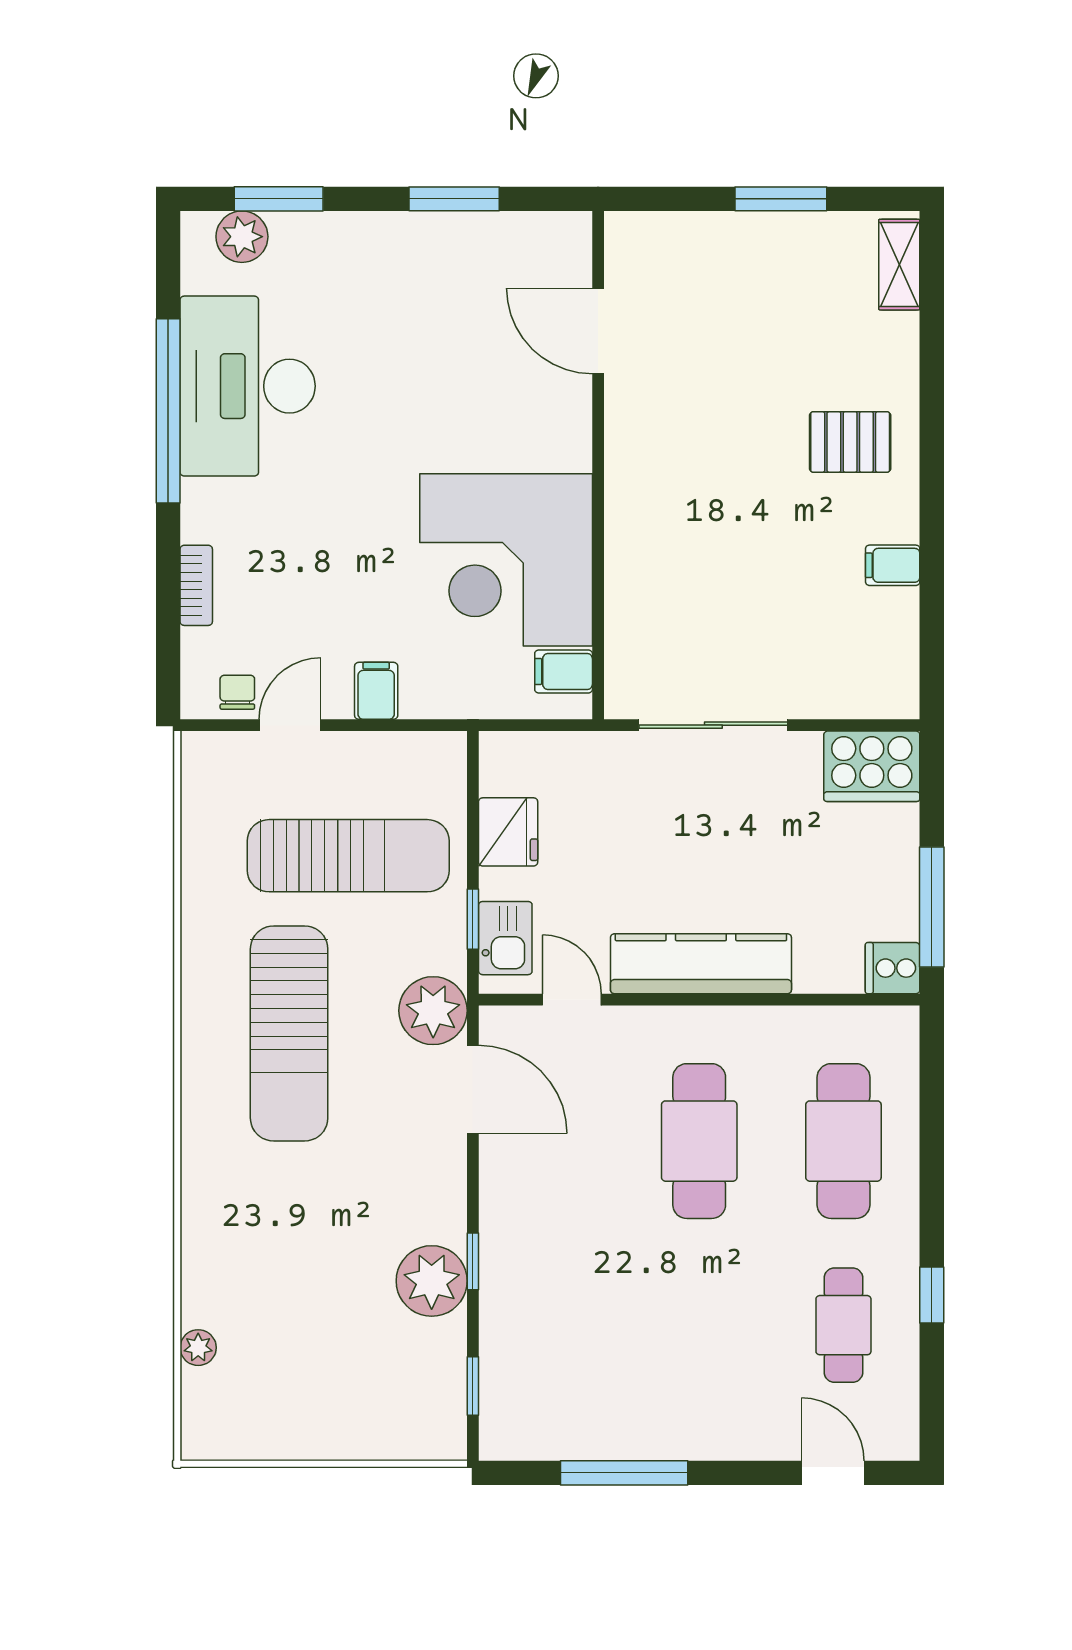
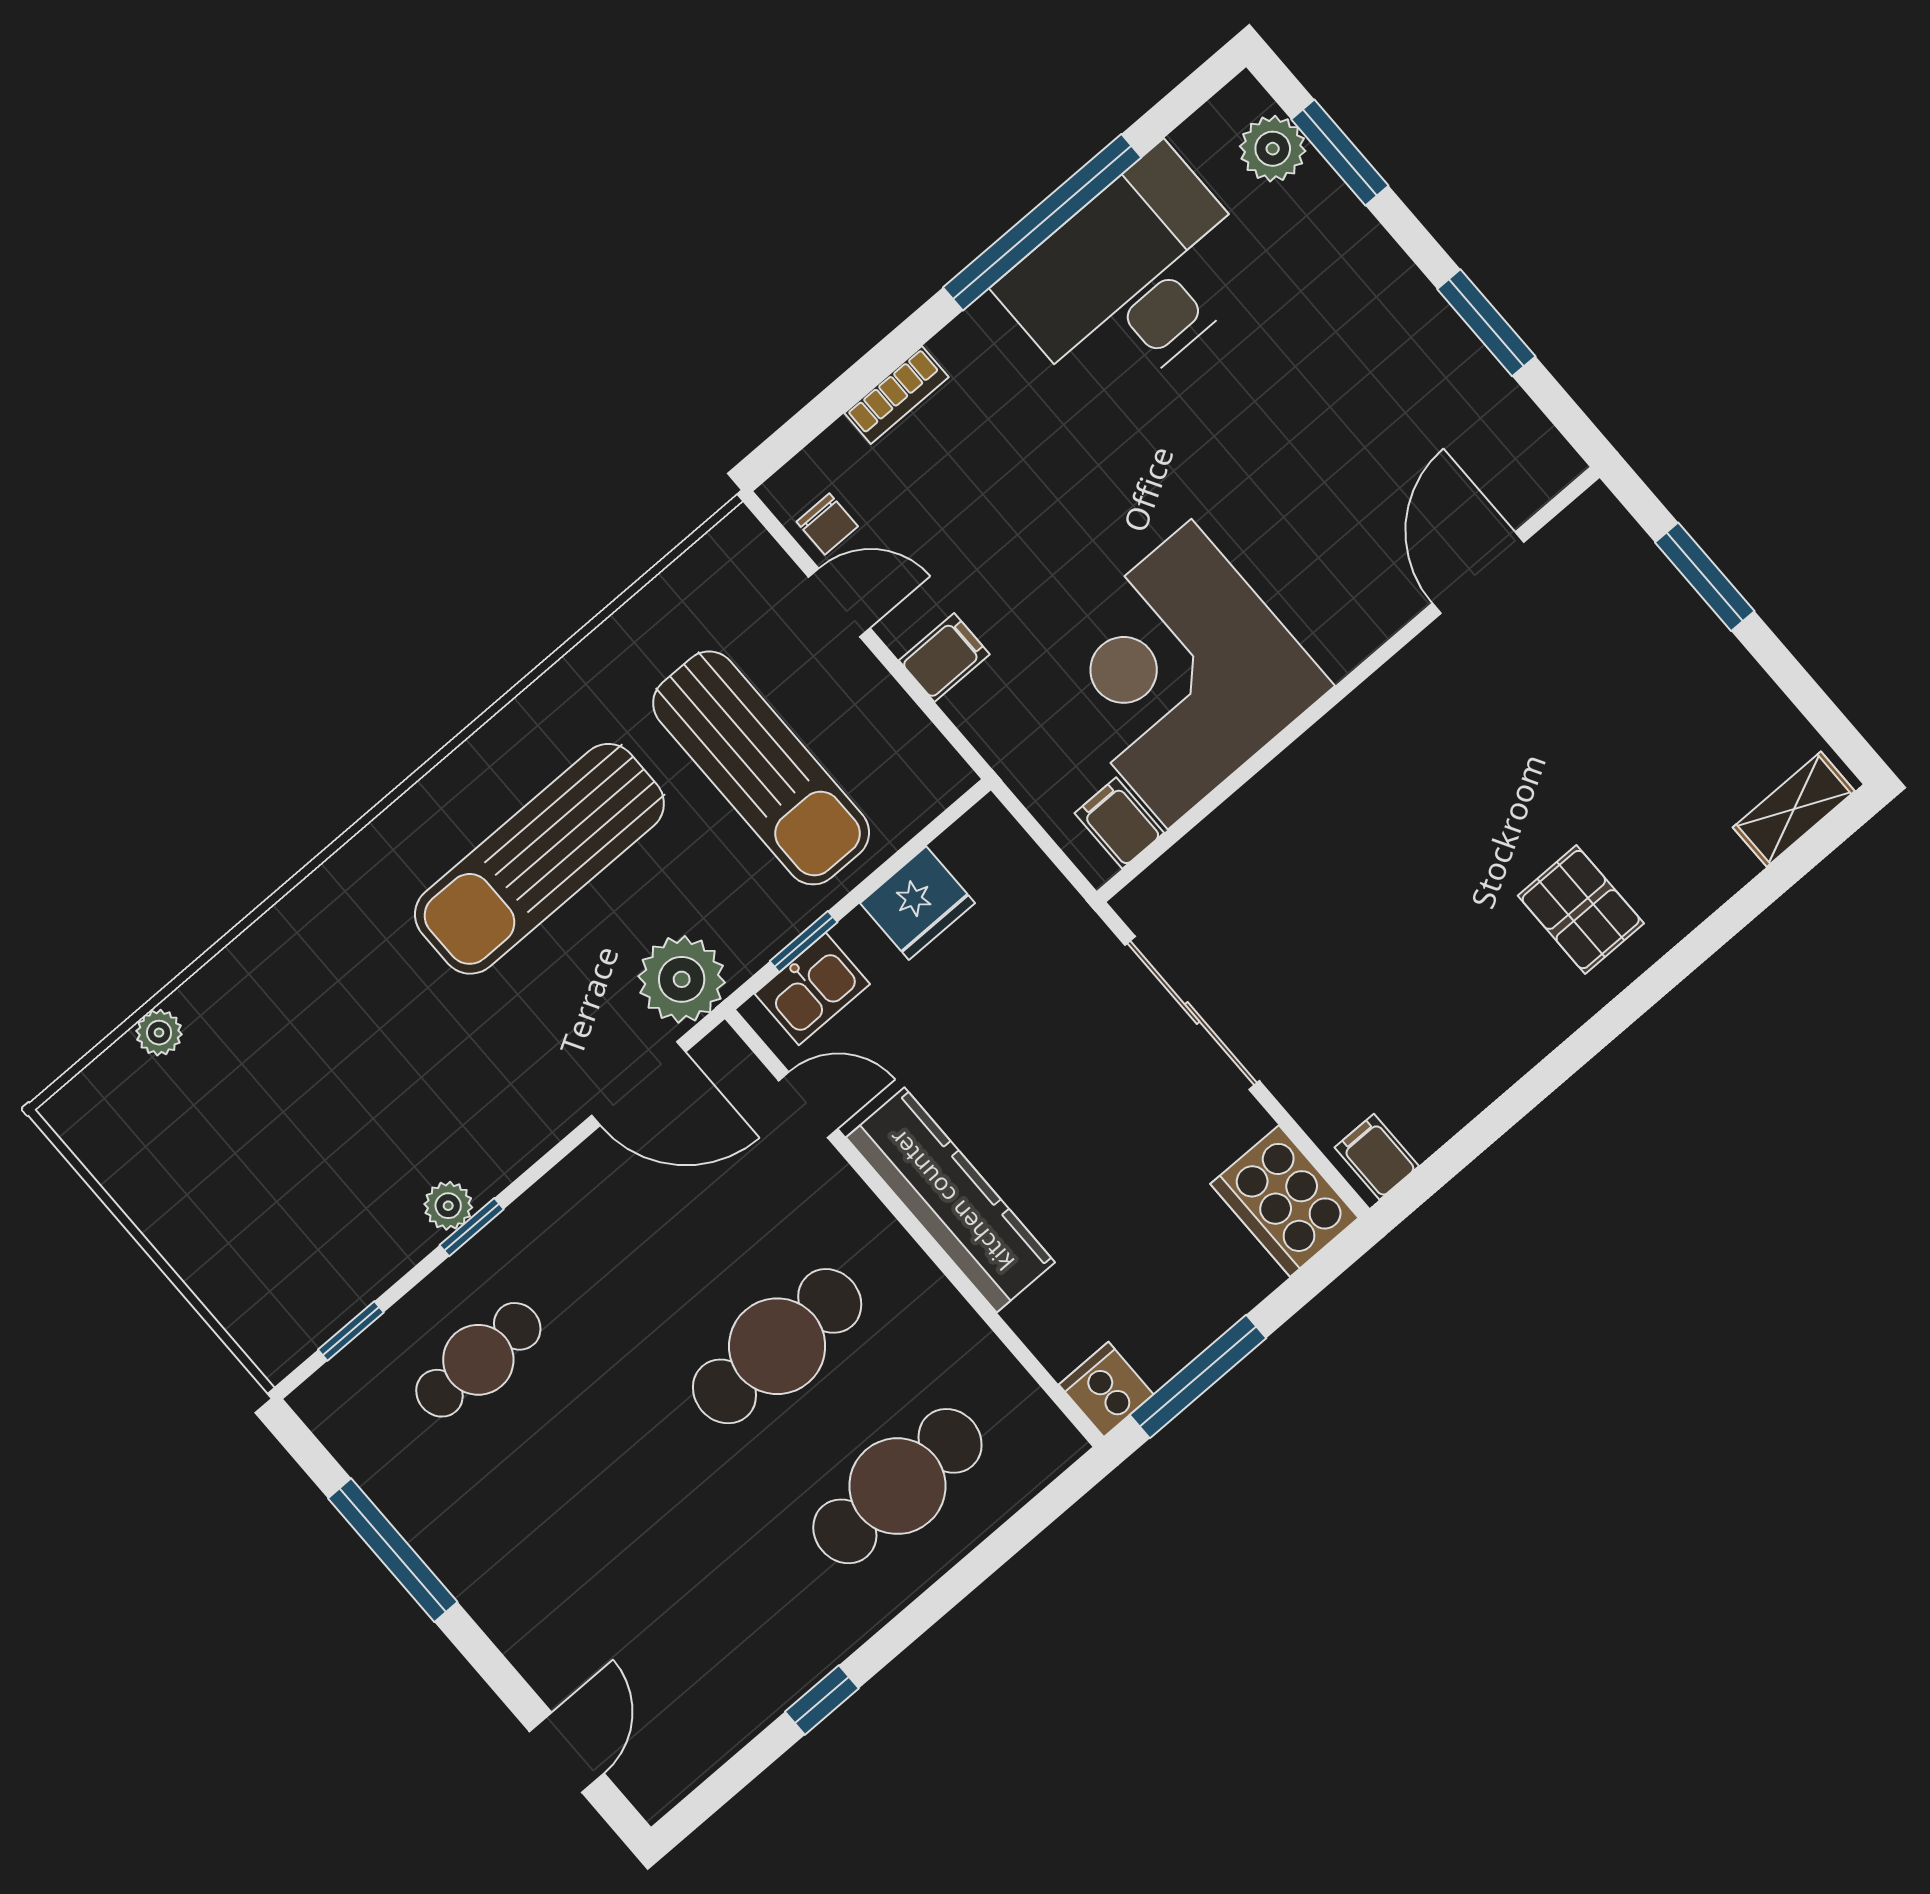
window: (781, 199) -> (1705, 577), moved
filing cabinet: (893, 565) -> (1377, 1157), moved
chair: (237, 692) -> (827, 524), turned 90
door: (572, 1000) -> (808, 1105), hinge flipped
door: (473, 1089) -> (639, 1084), hinge flipped
plant: (432, 1281) -> (448, 1206), width x0.53, depth x0.53
cafe table: (843, 1325) -> (478, 1360), moved

